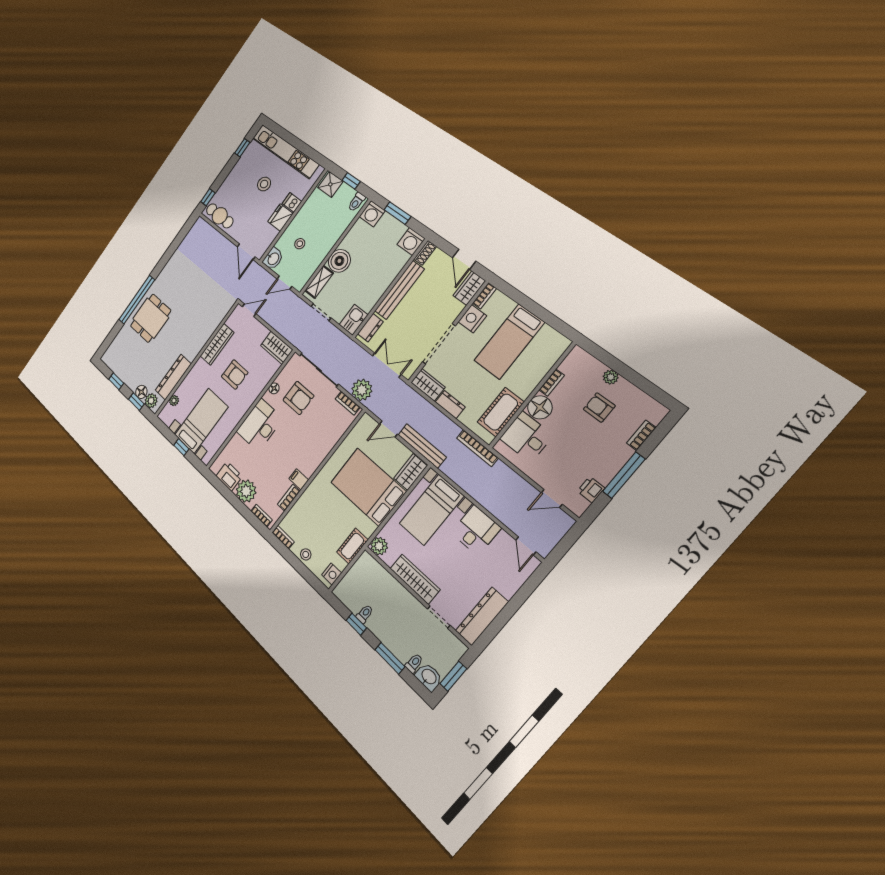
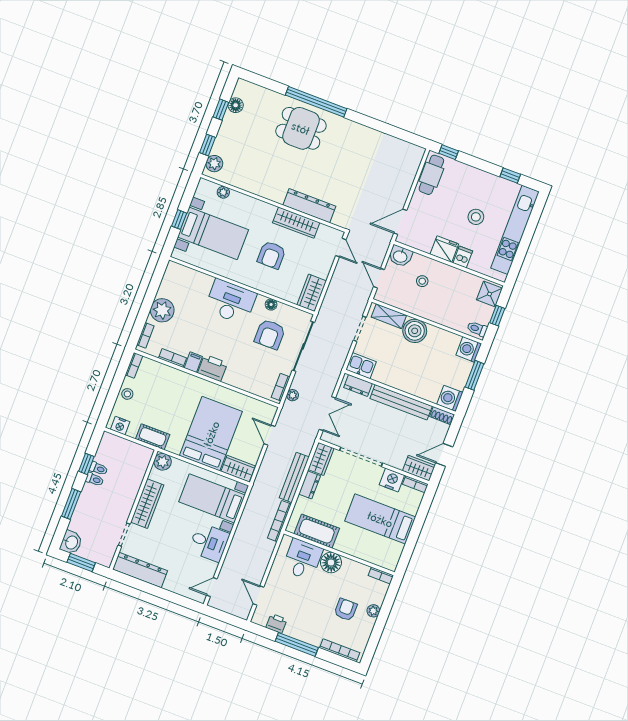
dresser: (173, 377) -> (309, 206), moved
bookcase: (552, 383) -> (381, 575), moved
plant: (362, 390) -> (293, 395), width x0.53, depth x0.53
floor lamp: (141, 392) -> (236, 105), moved
bookcase: (641, 435) -> (340, 650), width x1.56
bench: (422, 446) -> (294, 477), moved
printer: (229, 476) -> (213, 368), moved, turned -90
toilet: (414, 663) -> (94, 479), moved

